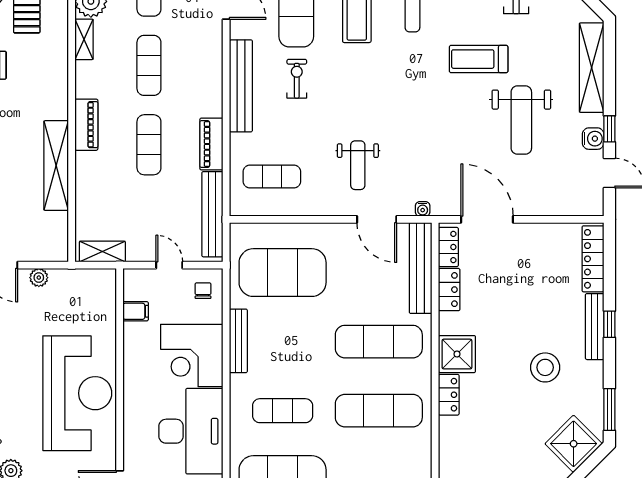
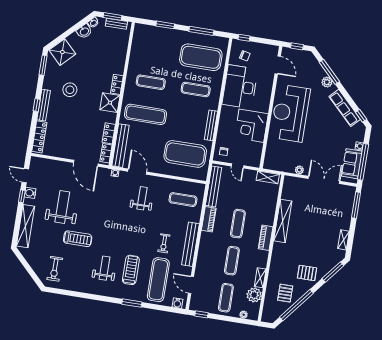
filing cabinet: (136, 311) -> (257, 147), removed
corner desk: (192, 355) -> (251, 126), moved, turned 180
exercise mat: (379, 411) -> (151, 82), width x0.73, depth x0.69

